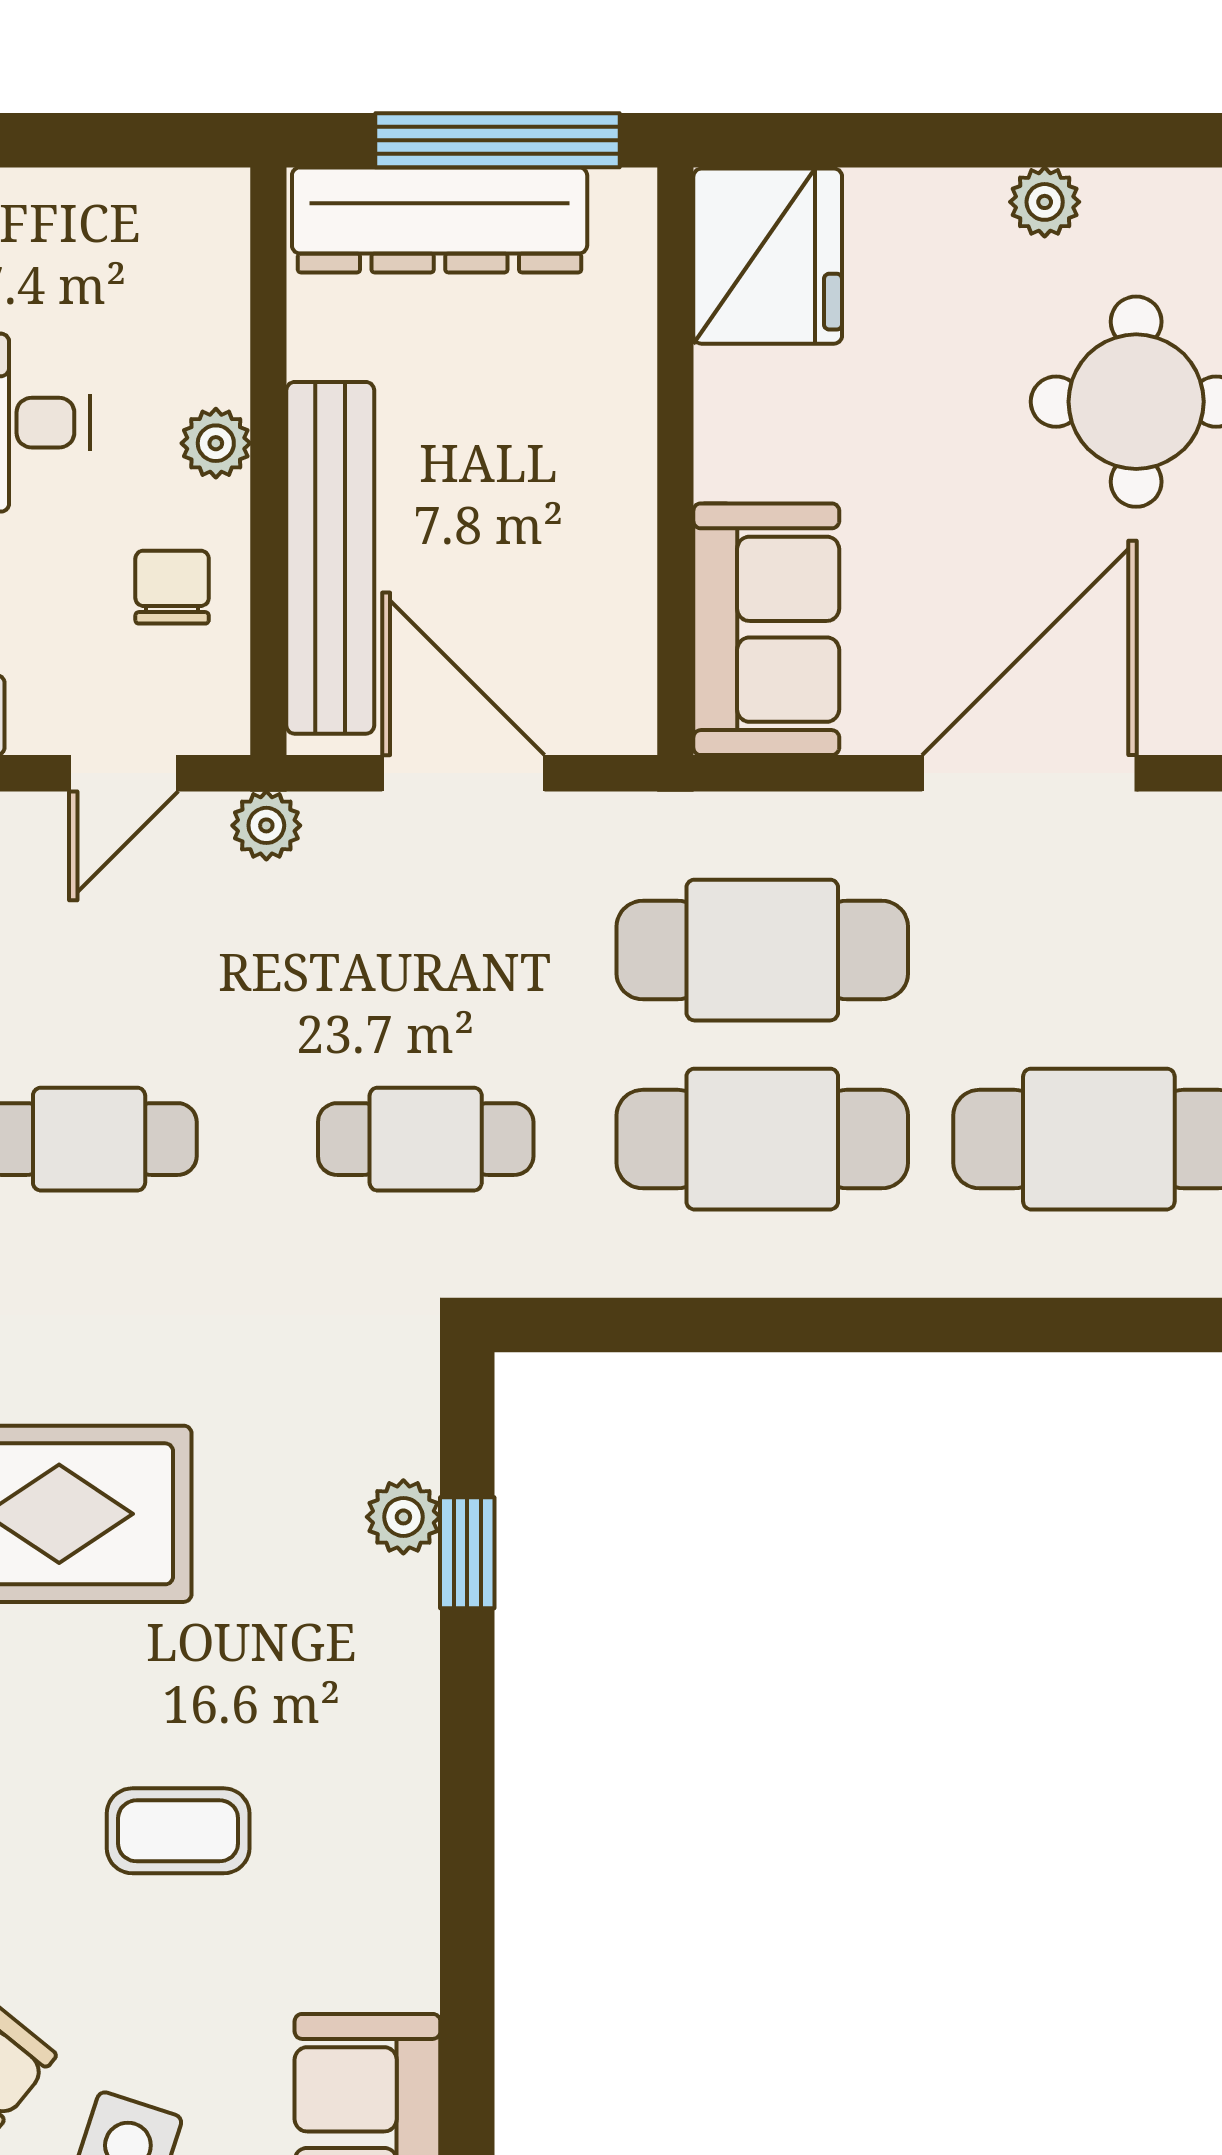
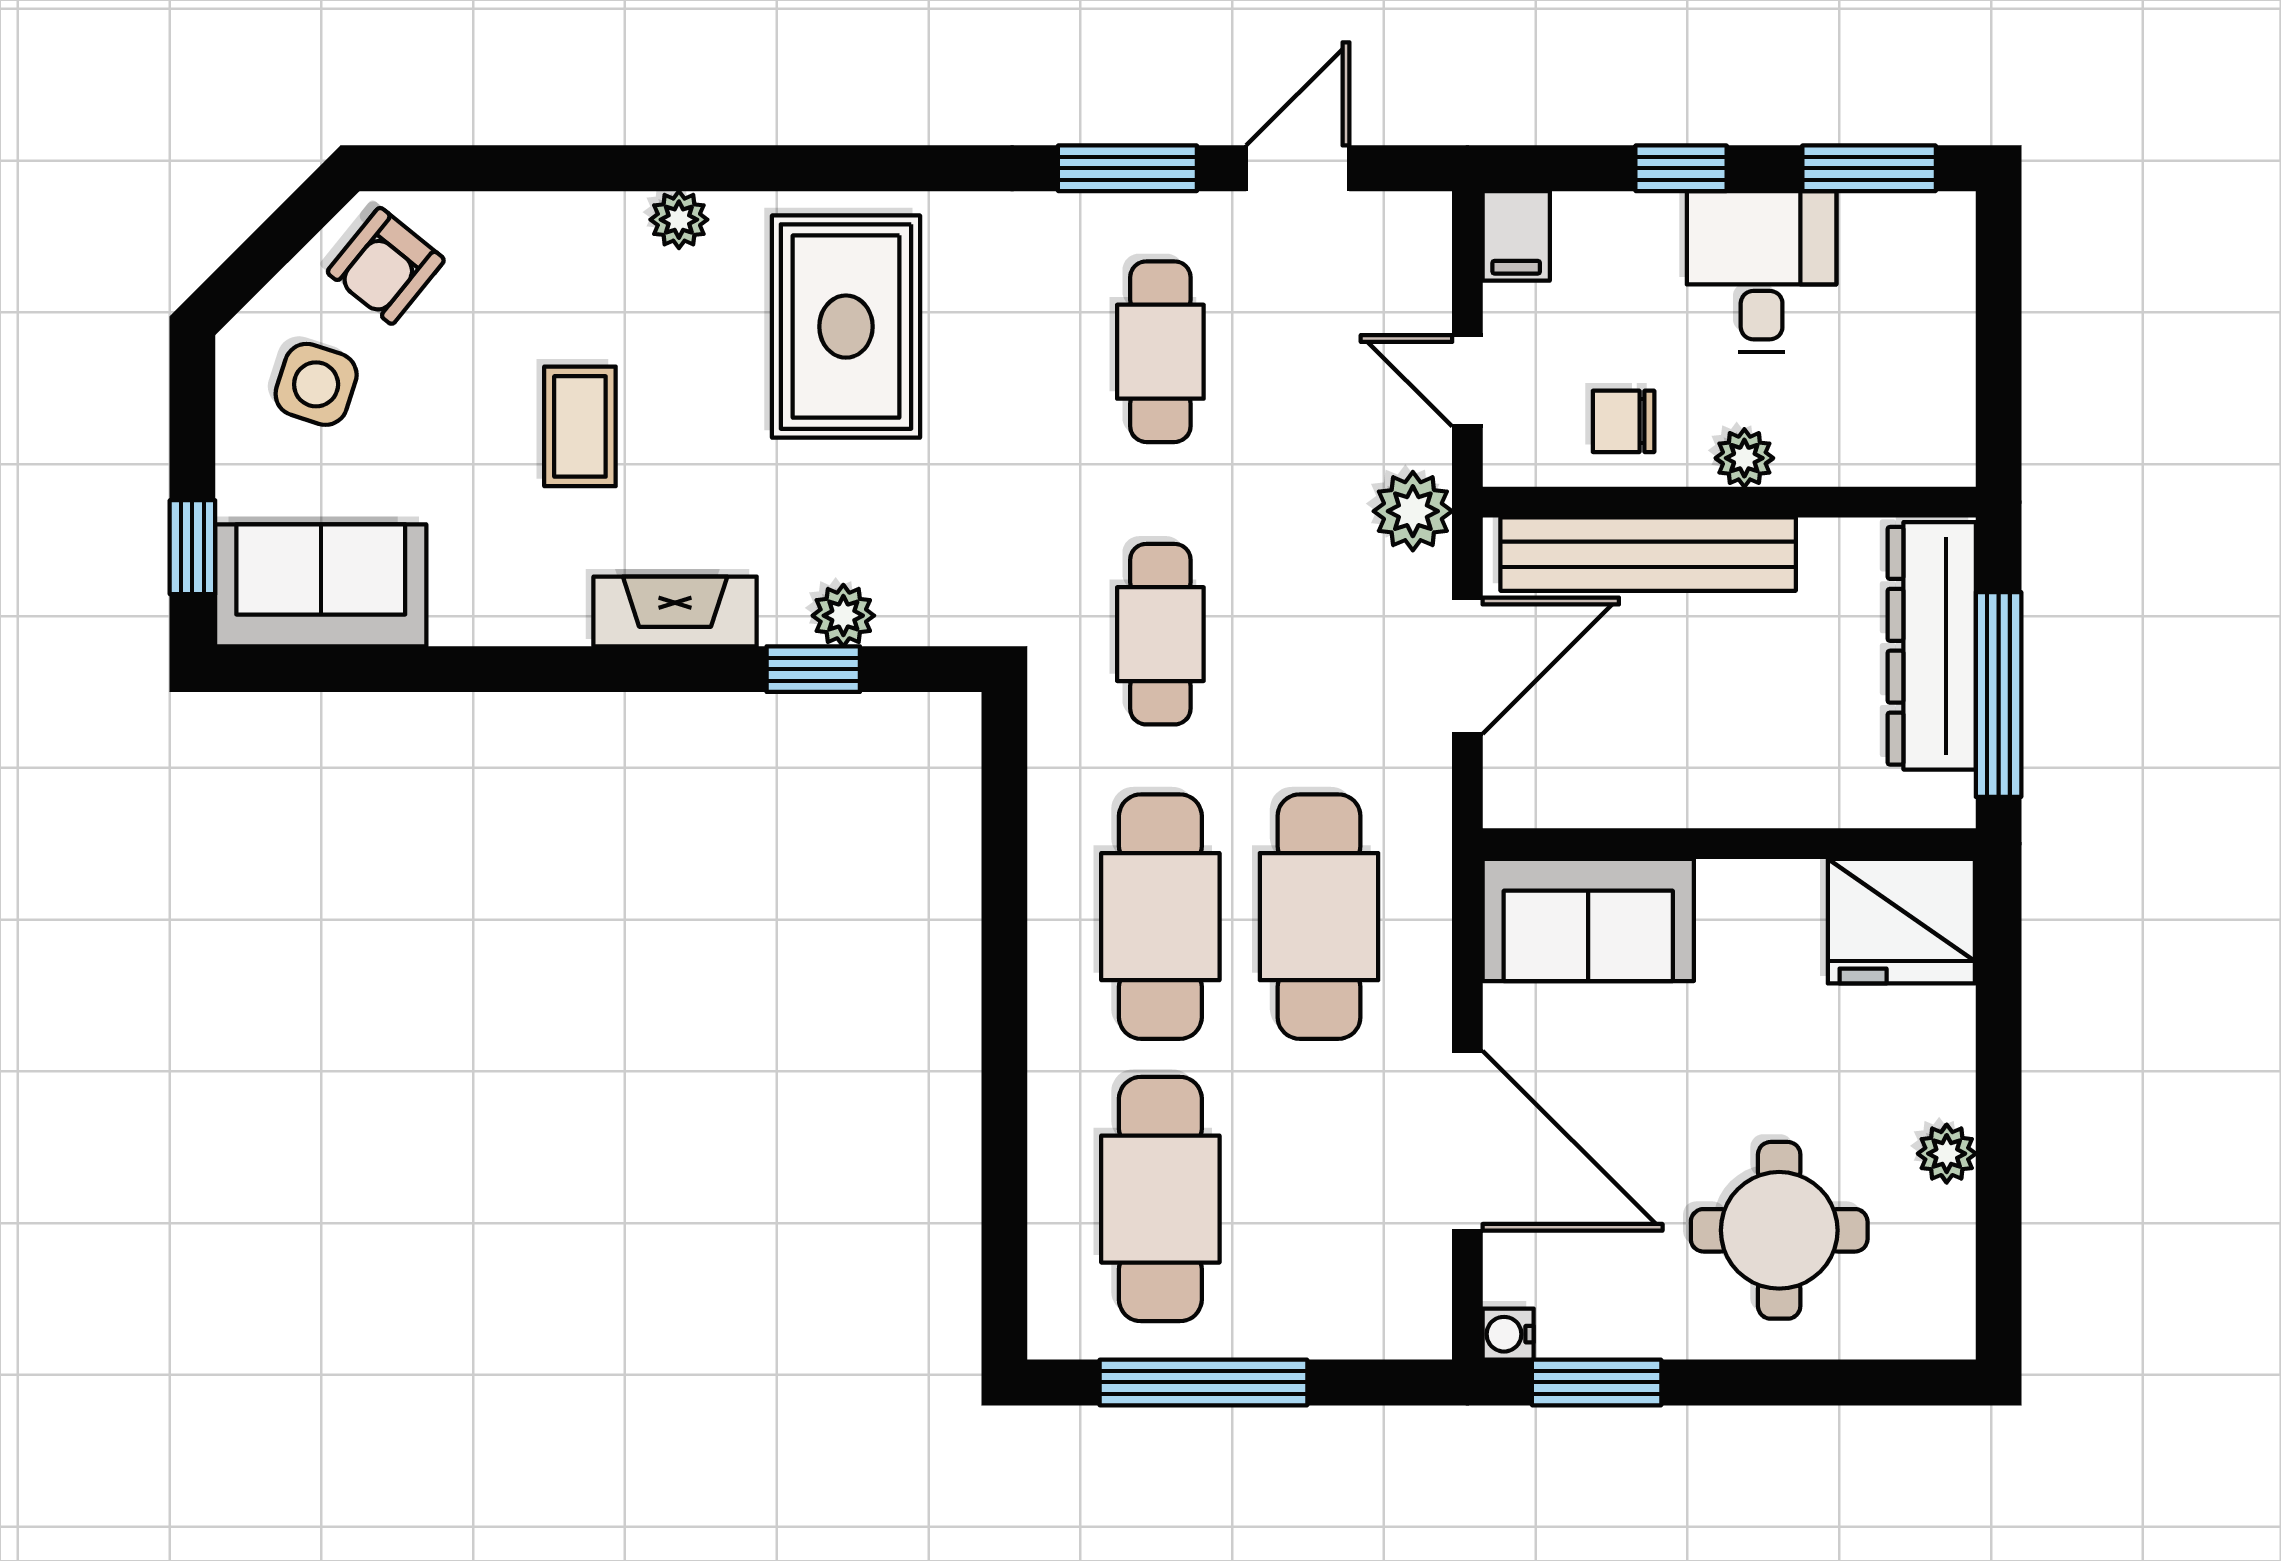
chair: (172, 587) -> (1624, 421), turned 180
plant: (266, 825) -> (1413, 511), width x1.38, depth x1.38
fireplace: (399, 1717) -> (675, 611), added

